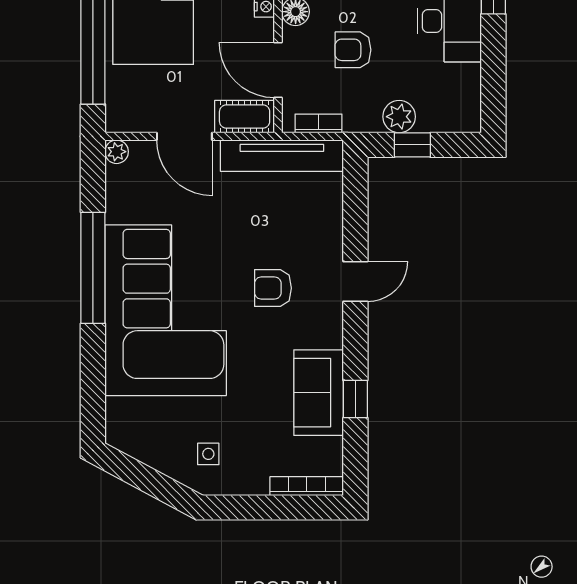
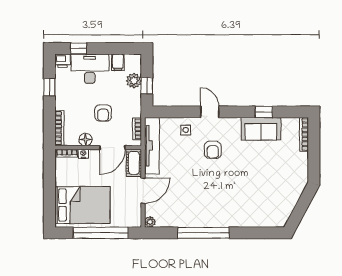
filing cabinet: (463, 82) -> (118, 62), added
plant: (399, 117) -> (134, 81), moved
corner sofa: (166, 310) -> (223, 199), removed
side table: (208, 454) -> (186, 130), moved

